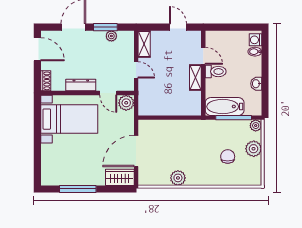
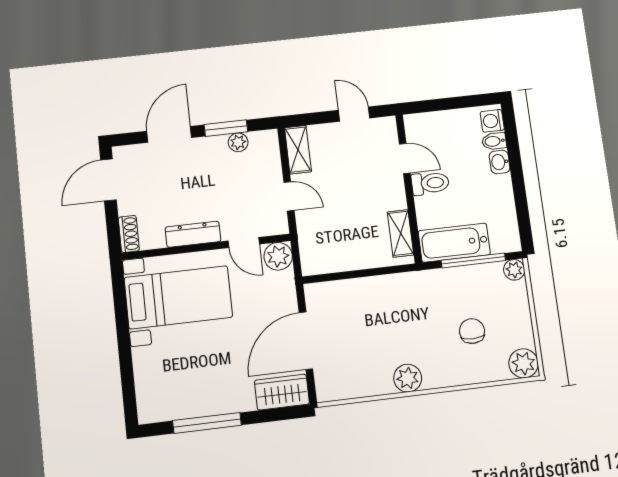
door: (37, 49) -> (108, 180), swing flipped
shelving: (195, 78) -> (401, 233), moved
washbasin: (256, 84) -> (500, 162), moved
plant: (254, 149) -> (524, 363), moved
plant: (178, 178) -> (408, 378), moved

